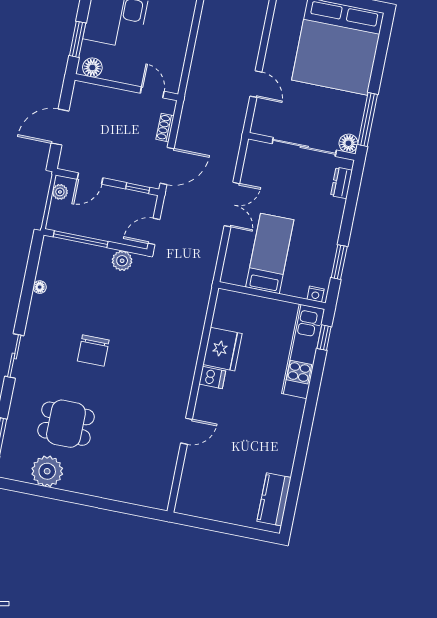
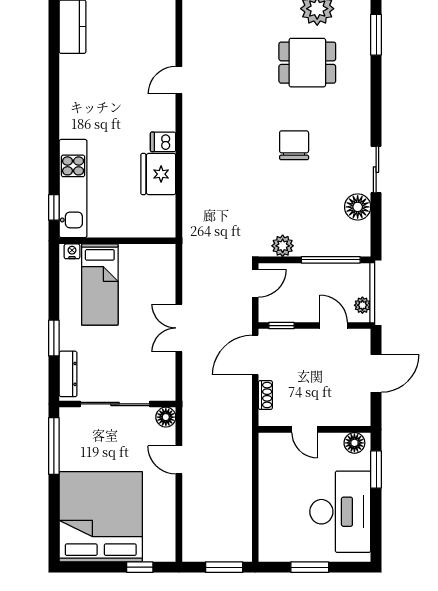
door: (152, 92) -> (305, 429), moved
floor lamp: (348, 143) -> (166, 417), moved
door: (90, 179) -> (334, 326), hinge flipped
dresser: (342, 183) -> (68, 374), width x1.44
bed: (270, 253) -> (100, 285), moved
window: (339, 262) -> (54, 338), moved
floor lamp: (40, 287) -> (358, 207), width x1.89, depth x1.89
sliding door: (14, 356) -> (376, 170), moved

